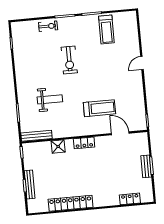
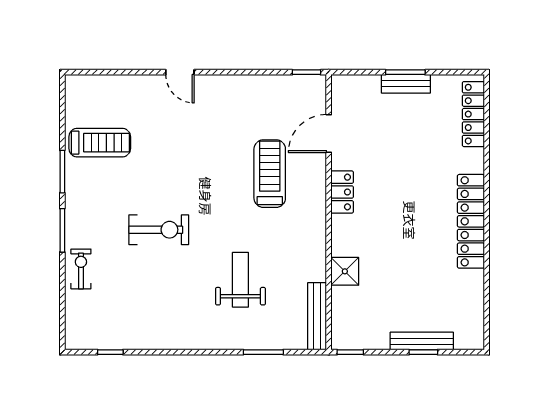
locker: (84, 143) -> (342, 192), moved
locker: (130, 199) -> (473, 114), width x1.53
locker: (71, 203) -> (471, 221), moved

